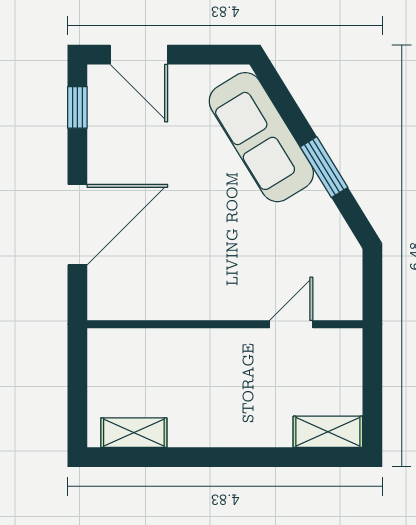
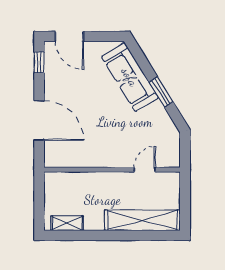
door: (77, 225) -> (39, 120), hinge flipped
shelving: (328, 432) -> (142, 220), width x2.20, depth x1.33

